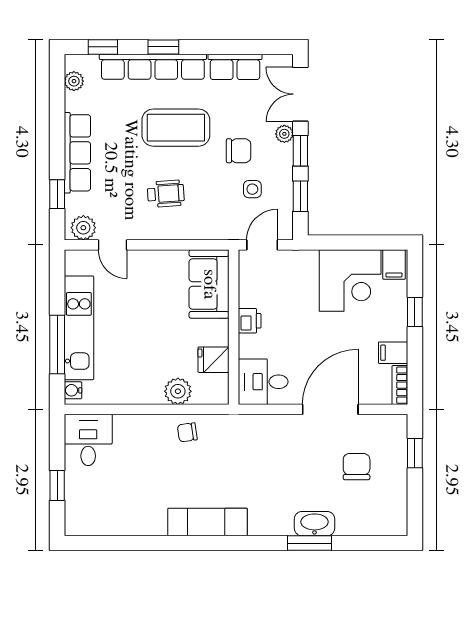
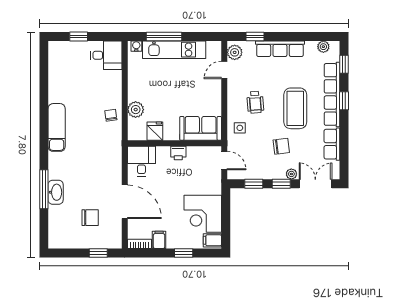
chair: (239, 151) -> (281, 146), turned -97
side table: (252, 189) -> (240, 128), moved
window: (310, 543) -> (44, 189), width x1.44

